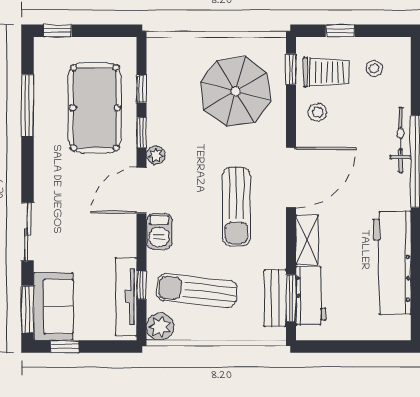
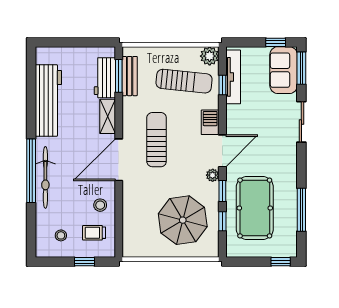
window: (291, 69) -> (119, 235), removed
trolley: (326, 72) -> (94, 233), width x0.73, depth x0.72
parasol: (236, 91) -> (183, 220), moved
bicycle: (401, 140) -> (45, 177), width x1.37, depth x1.40

